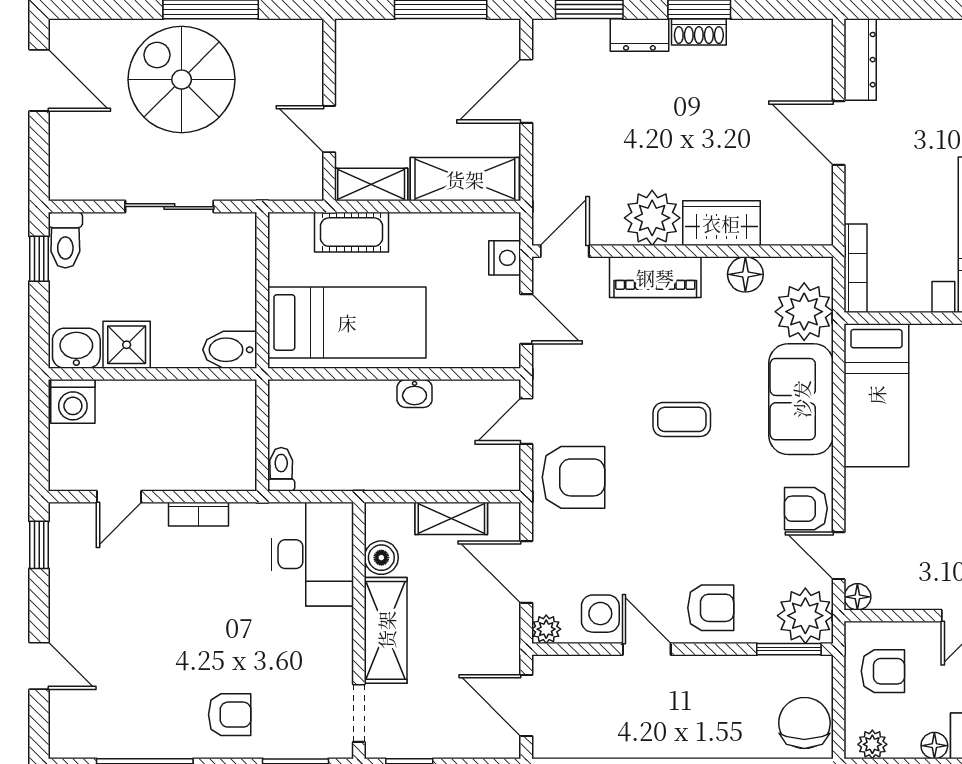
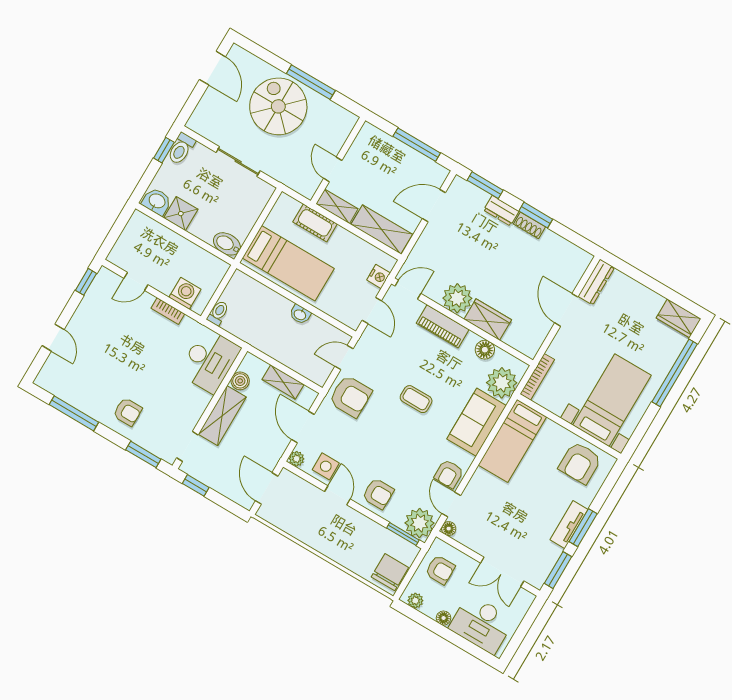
washing machine: (73, 401) -> (185, 293), moved, turned 180
armchair: (806, 509) -> (449, 474), turned -90

